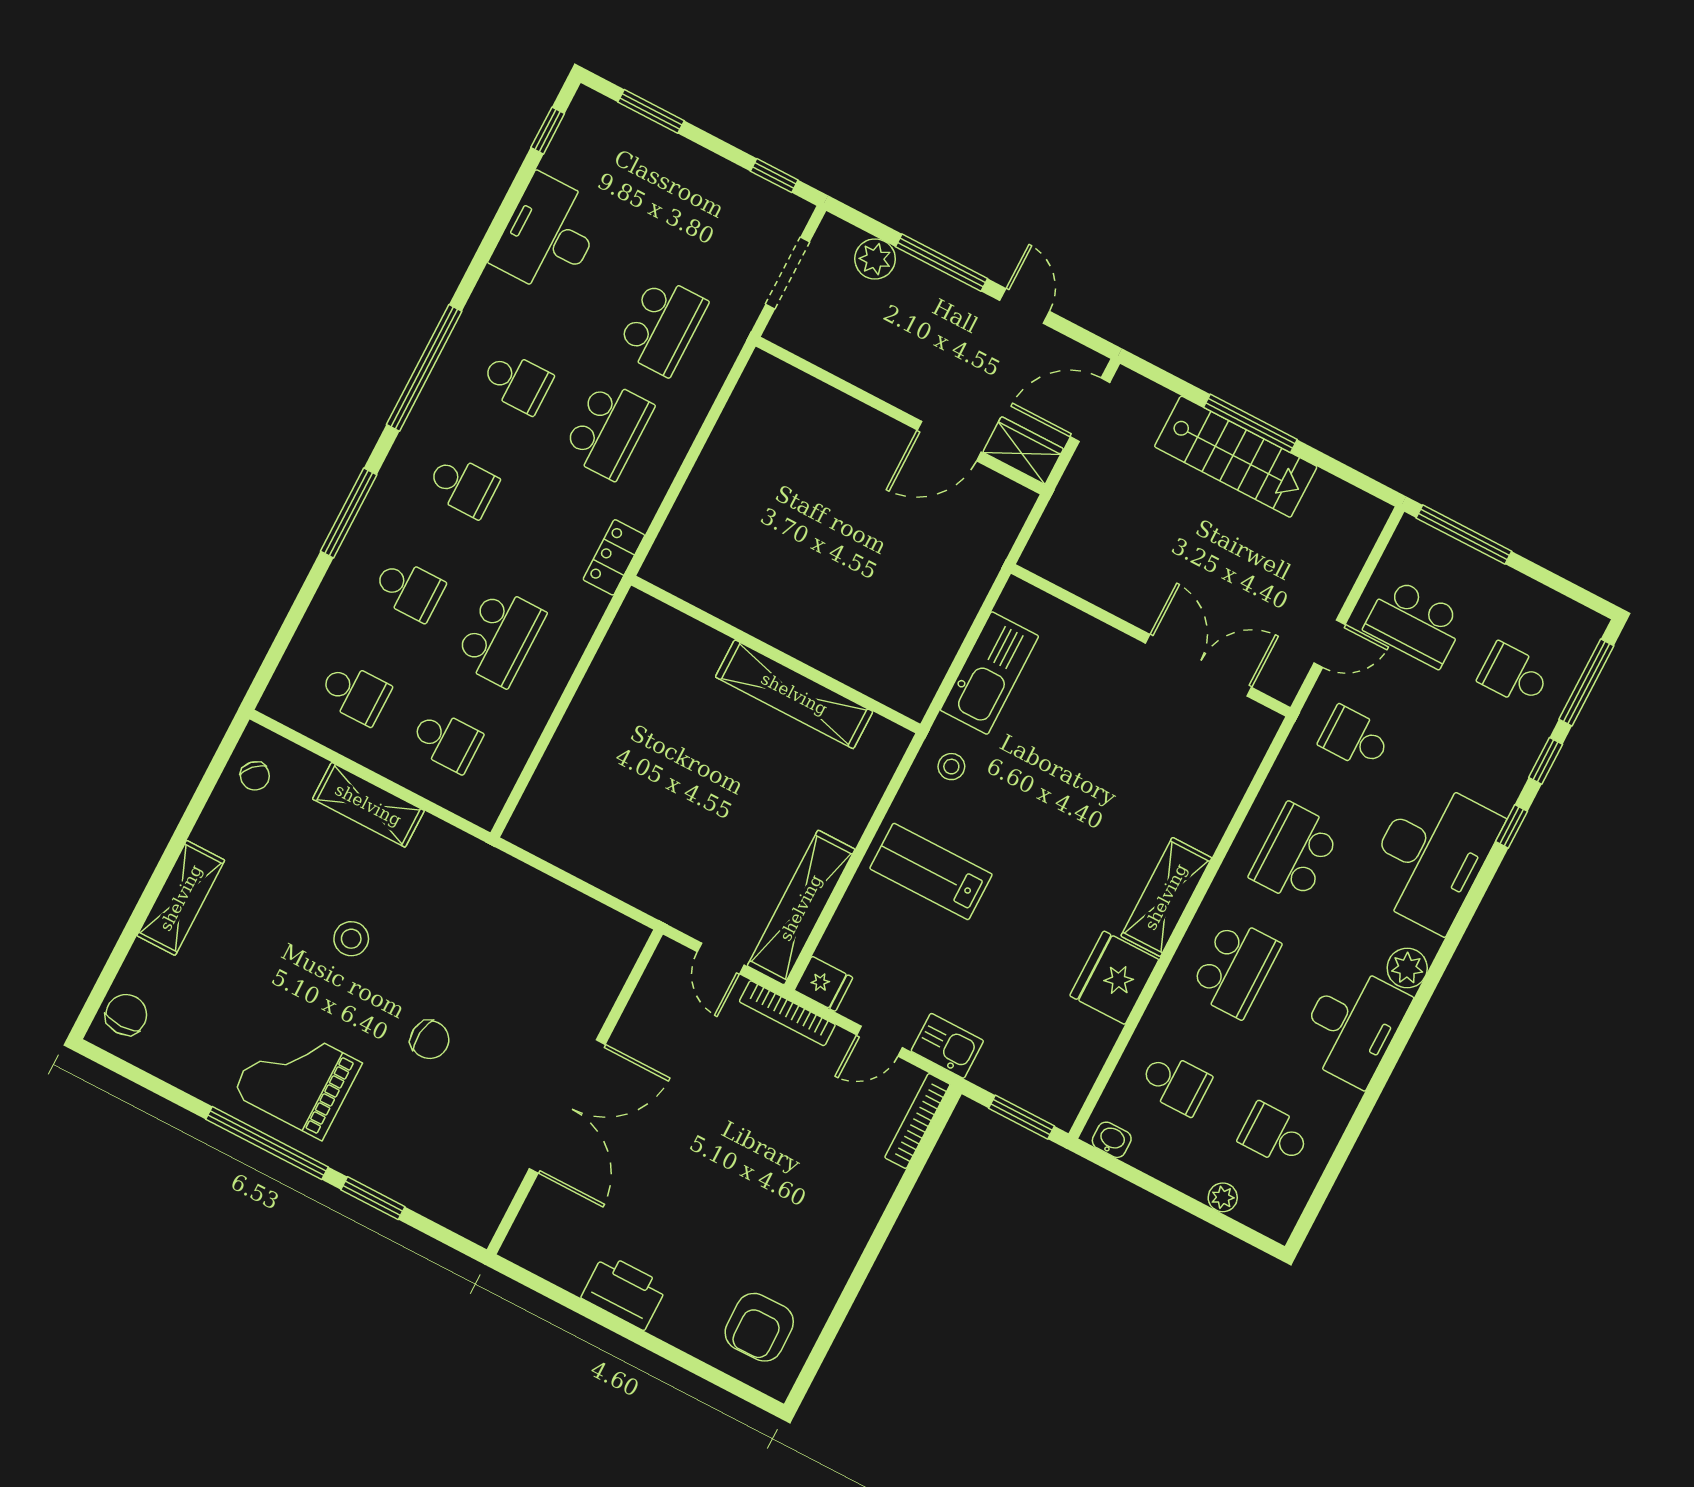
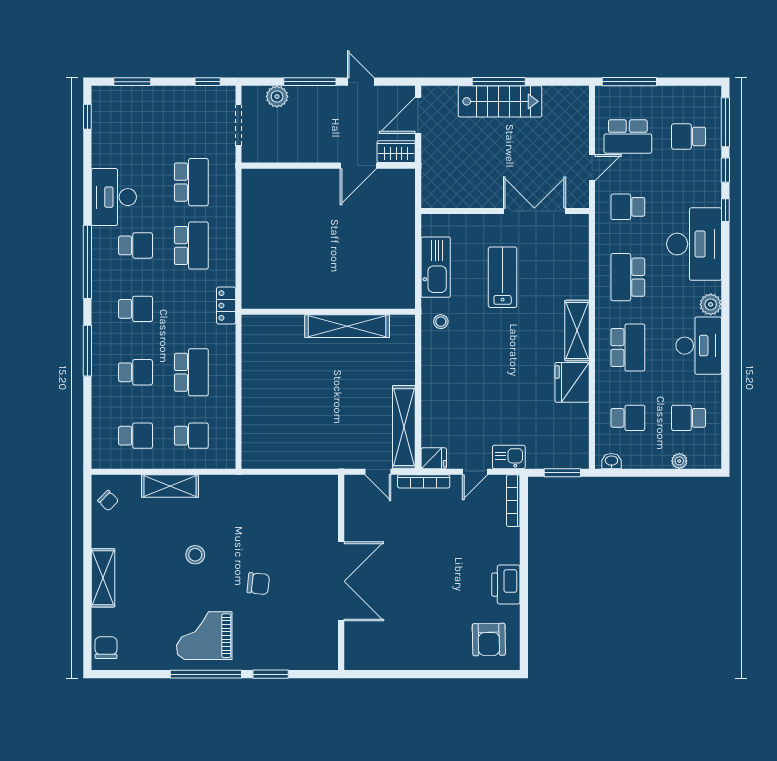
desk: (548, 235) -> (114, 197), moved
lab bench: (931, 871) -> (503, 277), moved, turned 90
printer: (624, 1292) -> (506, 585), moved, turned -90

